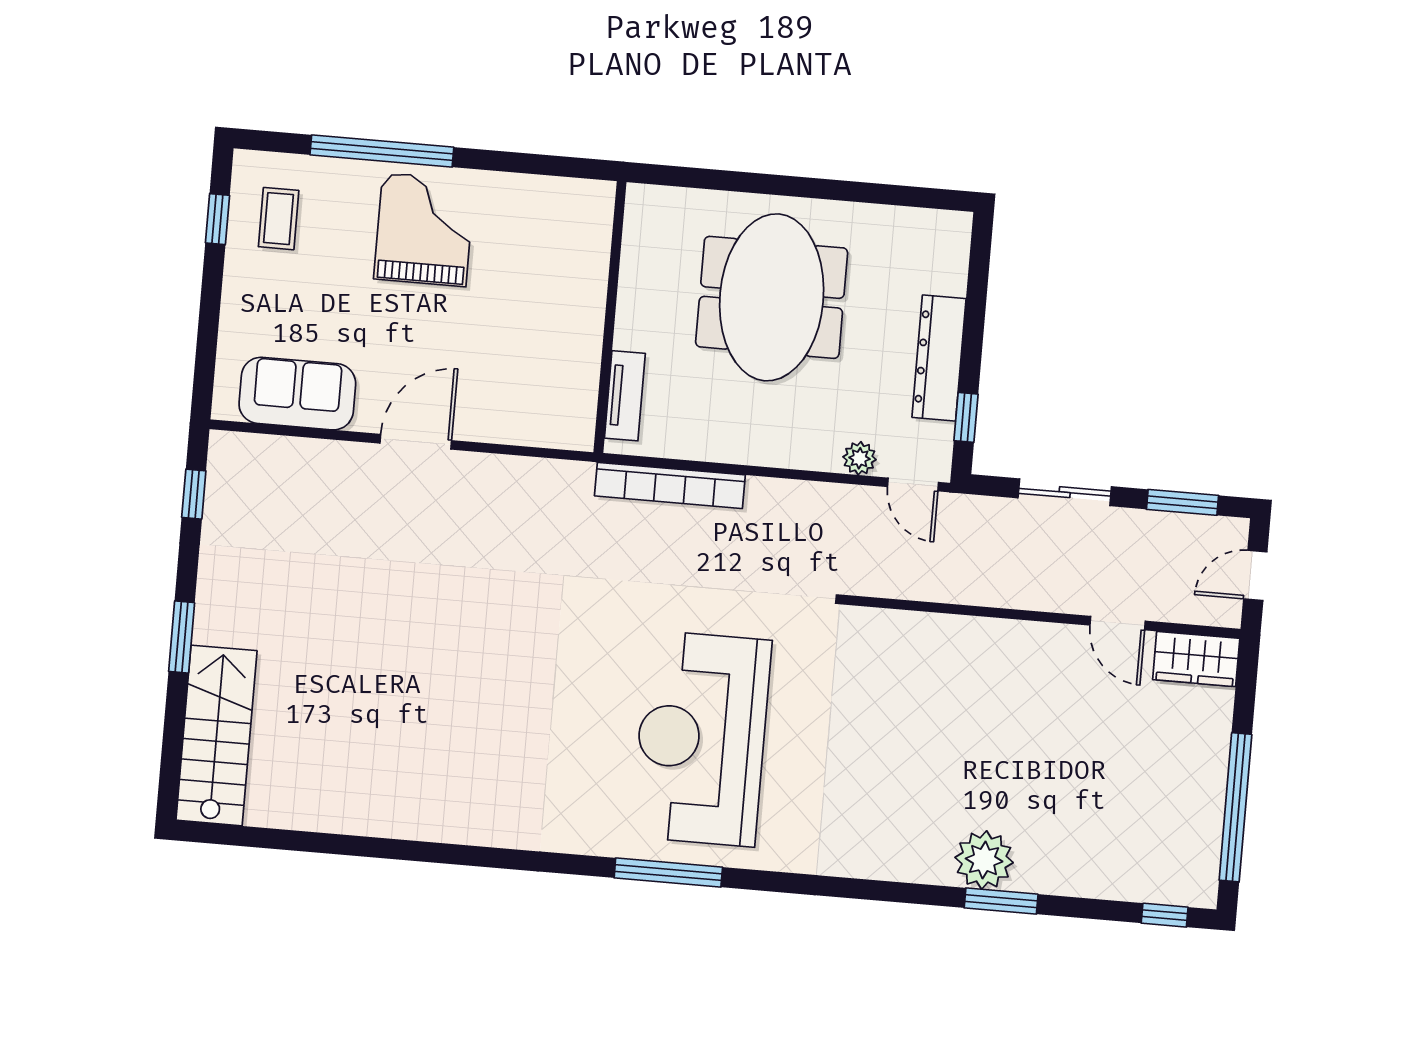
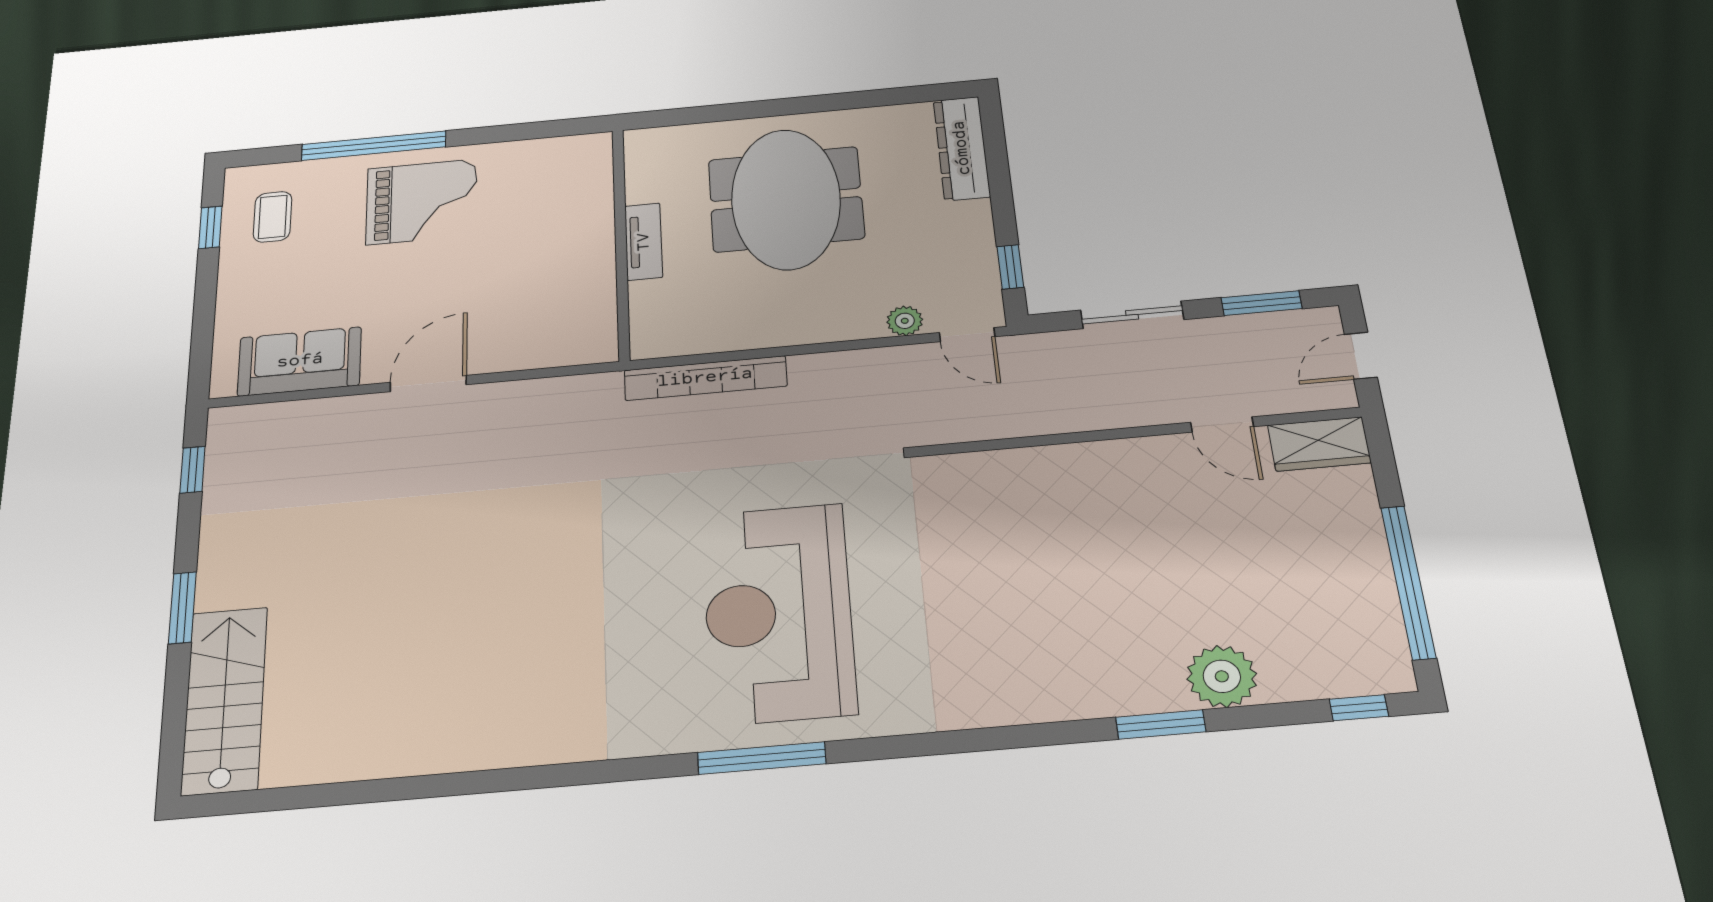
grand piano: (424, 230) -> (422, 202), turned 90
dresser: (939, 358) -> (962, 148), moved
tv unit: (625, 396) -> (644, 242), moved
plant: (984, 860) -> (1222, 676), moved

